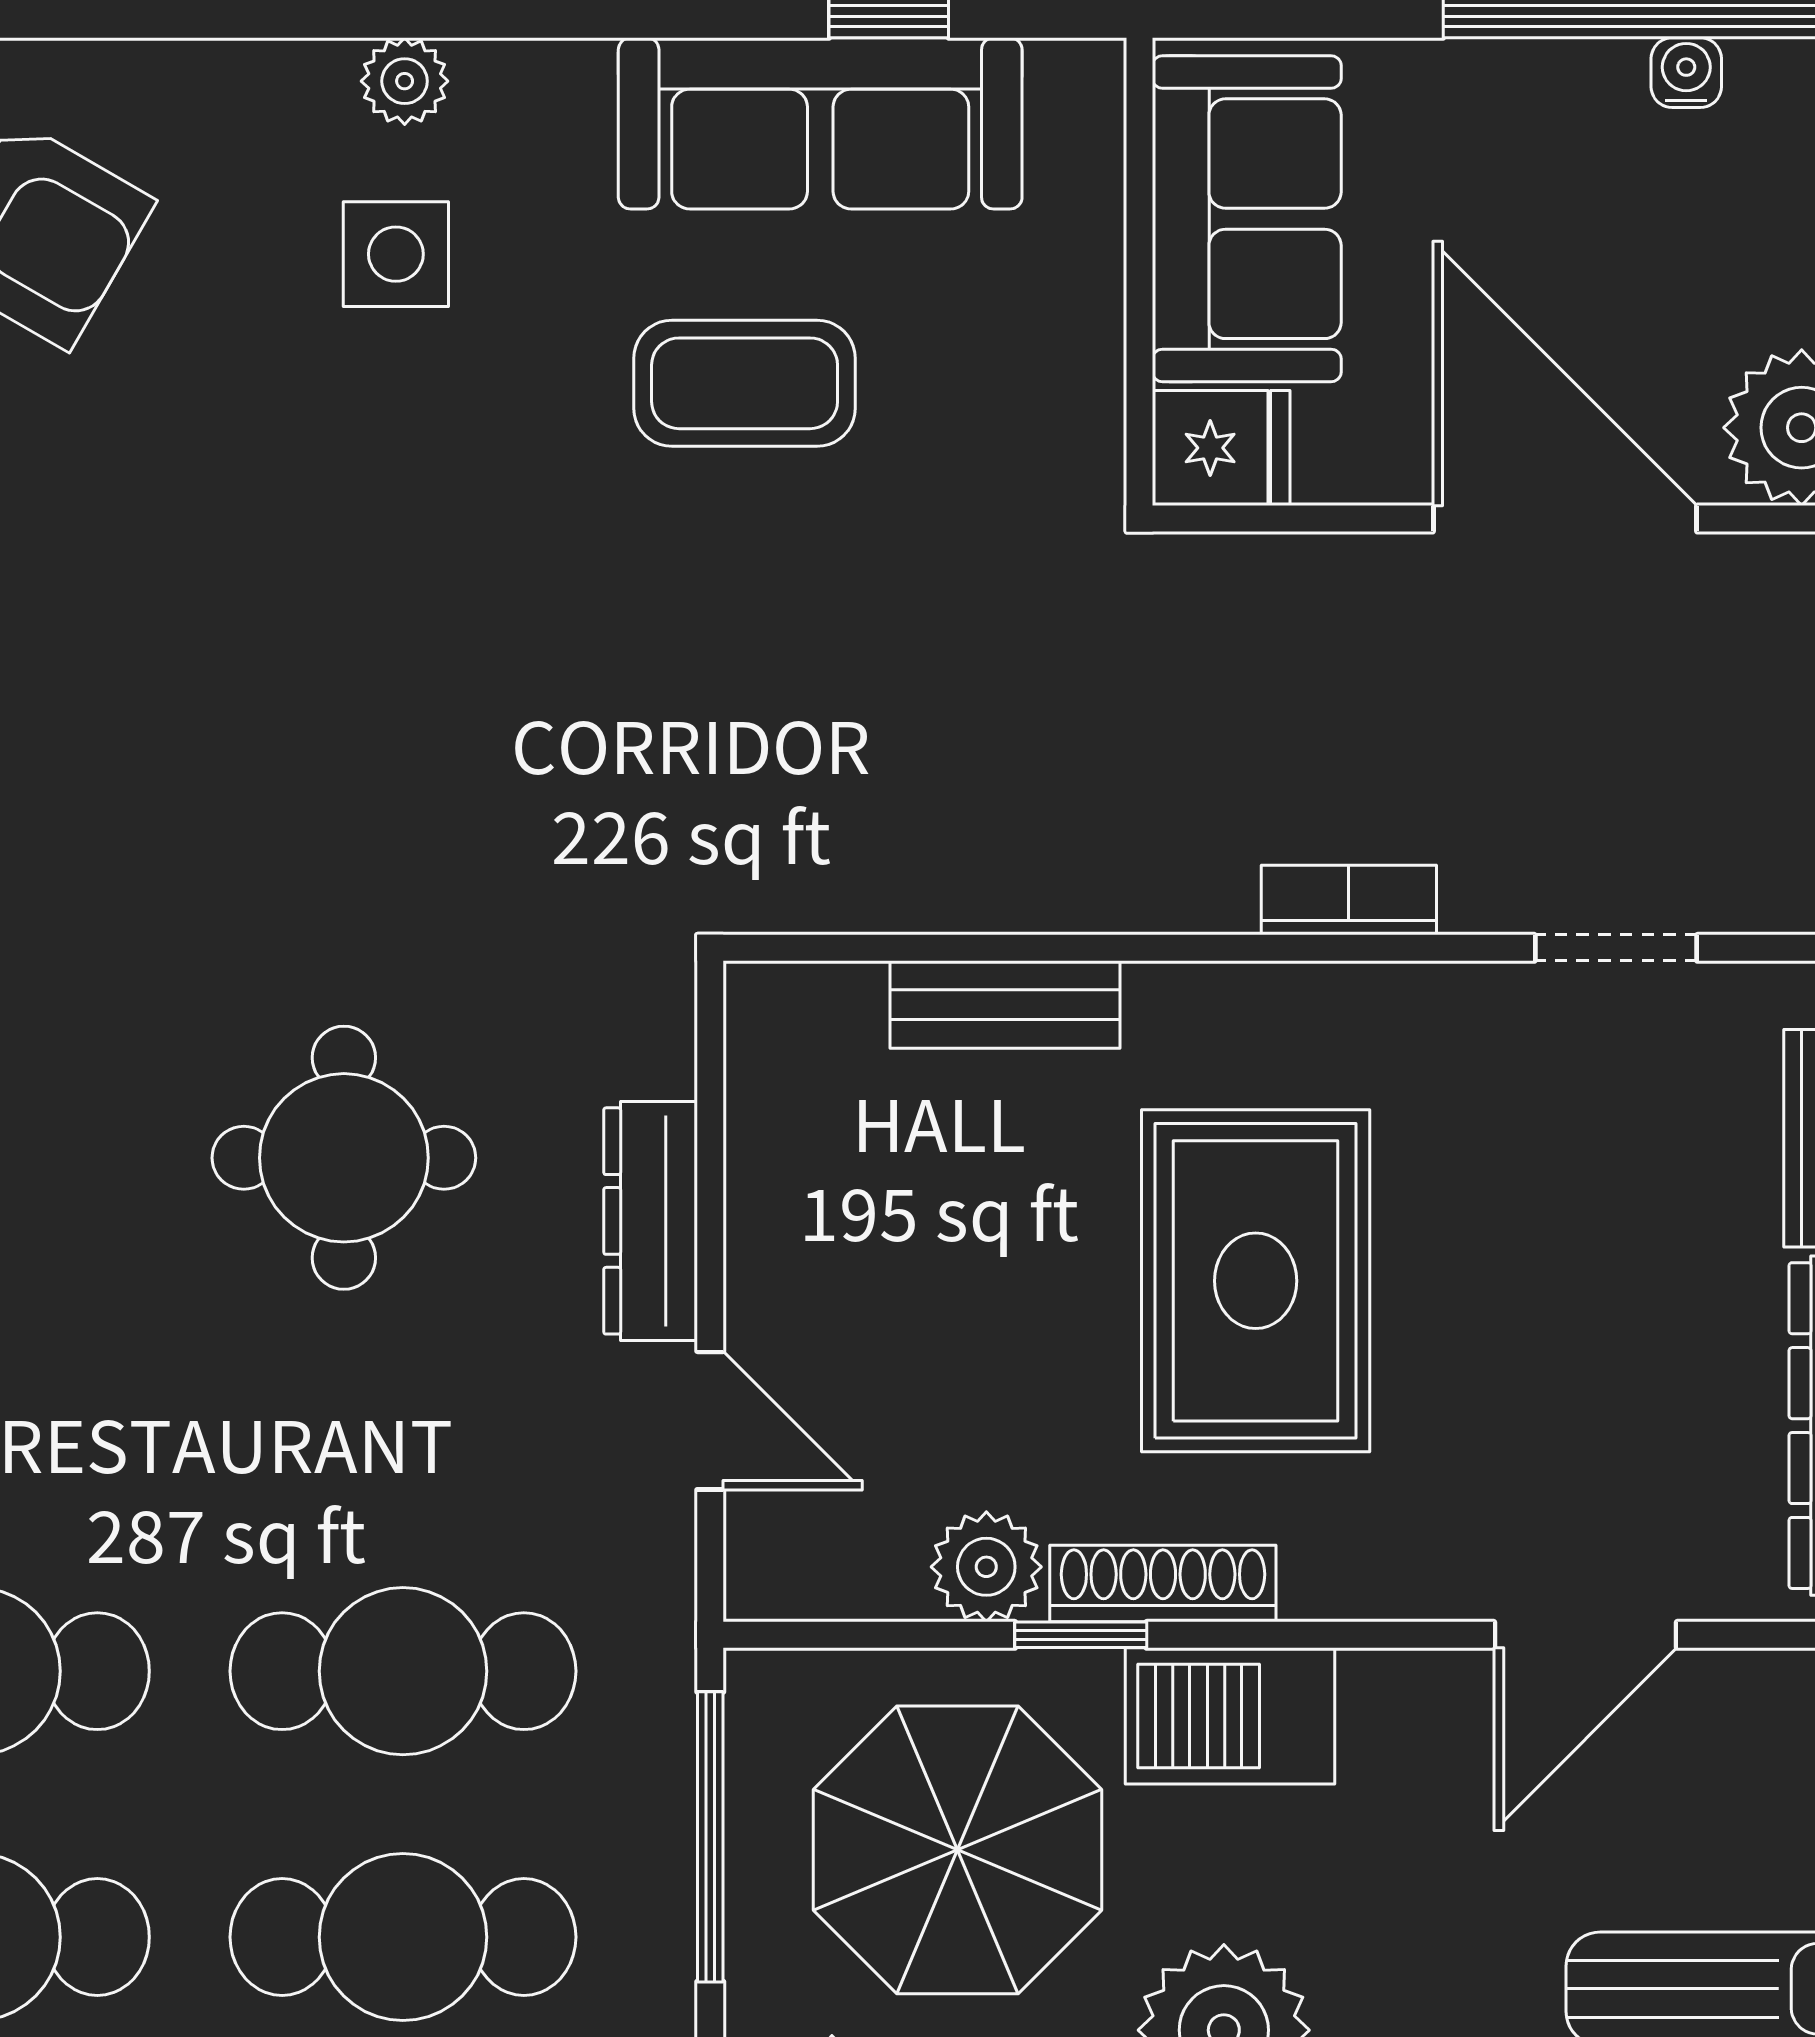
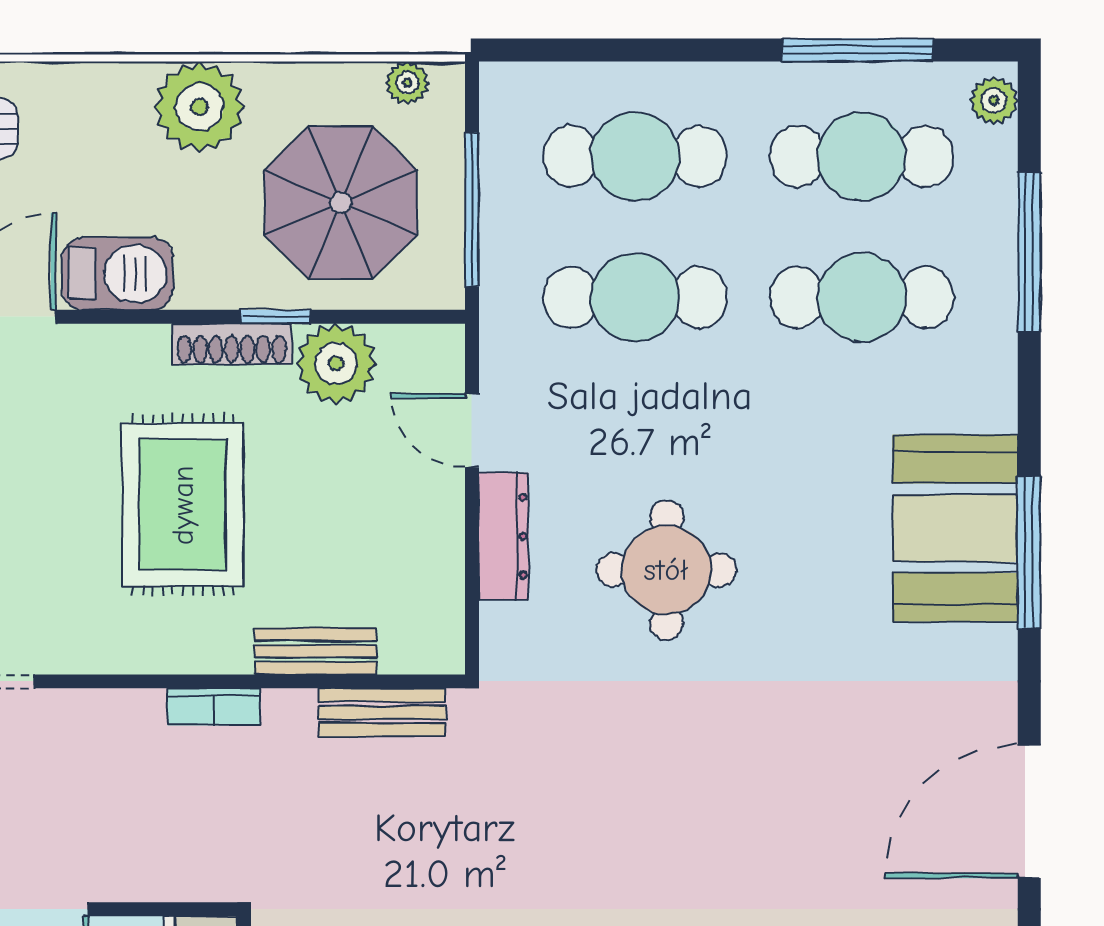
bench: (880, 889) -> (382, 712), added
bookcase: (1349, 900) -> (214, 707), moved
plant: (986, 1567) -> (336, 363), width x1.36, depth x1.36
barbecue: (1230, 1716) -> (118, 274), moved

